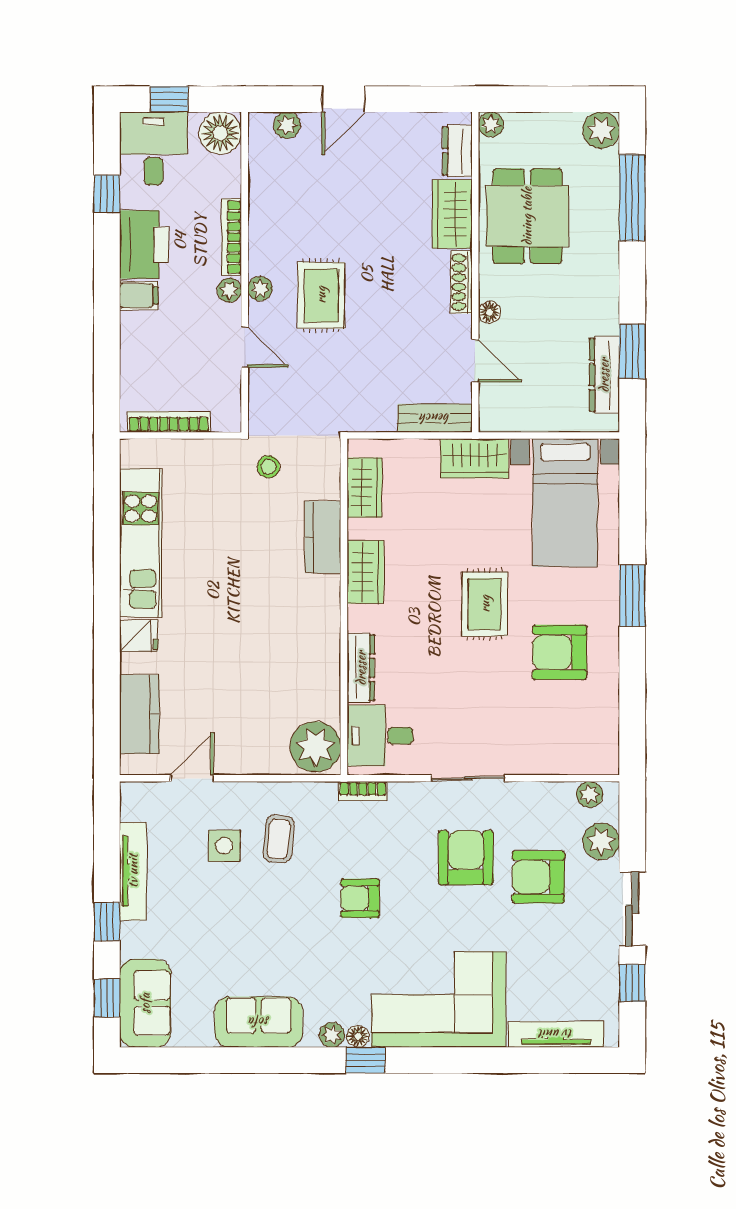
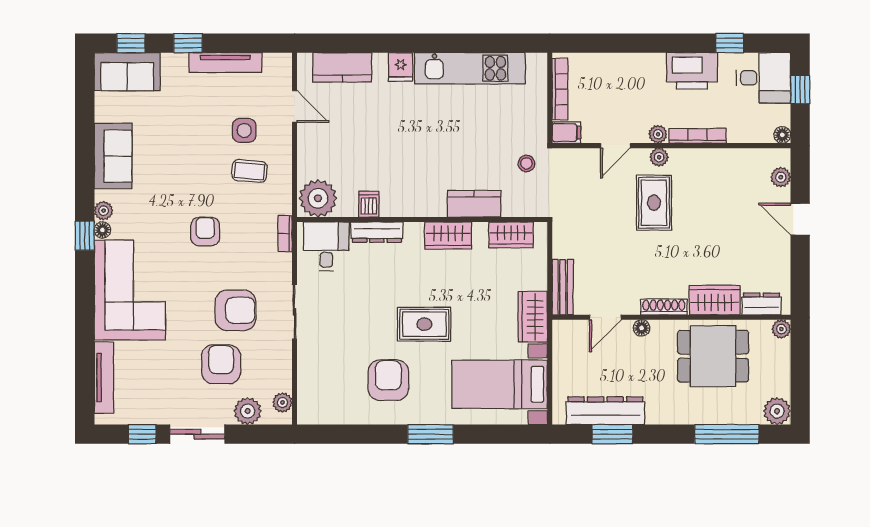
floor lamp: (220, 133) -> (782, 135), width x0.53, depth x0.53
rug: (321, 295) -> (654, 203), turned 90
filing cabinet: (139, 296) -> (566, 133), moved, turned -90
dresser: (604, 375) -> (605, 411), width x1.37, depth x1.24
dishwasher: (323, 679) -> (369, 204), added

